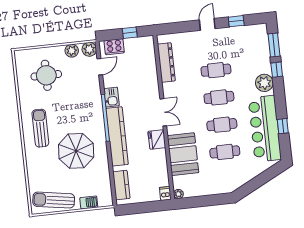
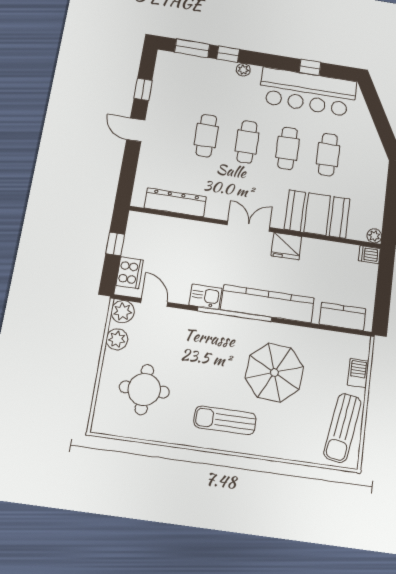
plant: (264, 83) -> (243, 70), width x0.53, depth x0.53

